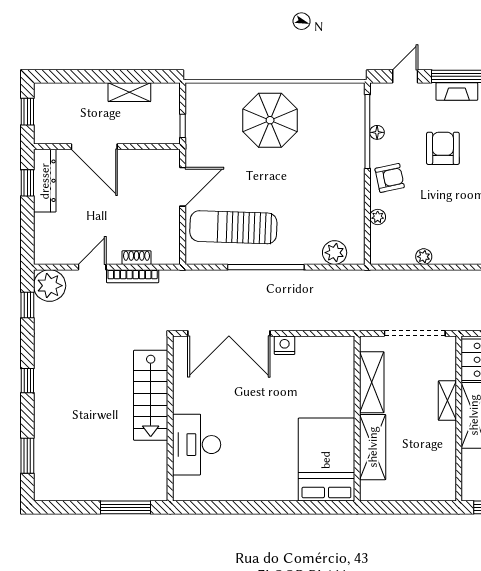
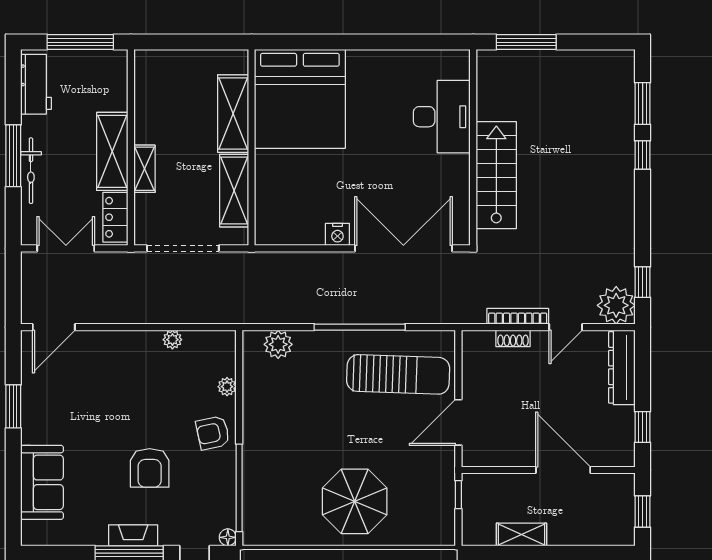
floor lamp: (377, 132) -> (228, 537), moved
dresser: (45, 181) -> (622, 367), moved
window: (27, 381) -> (643, 155), moved
bed: (326, 460) -> (300, 99), width x1.36

